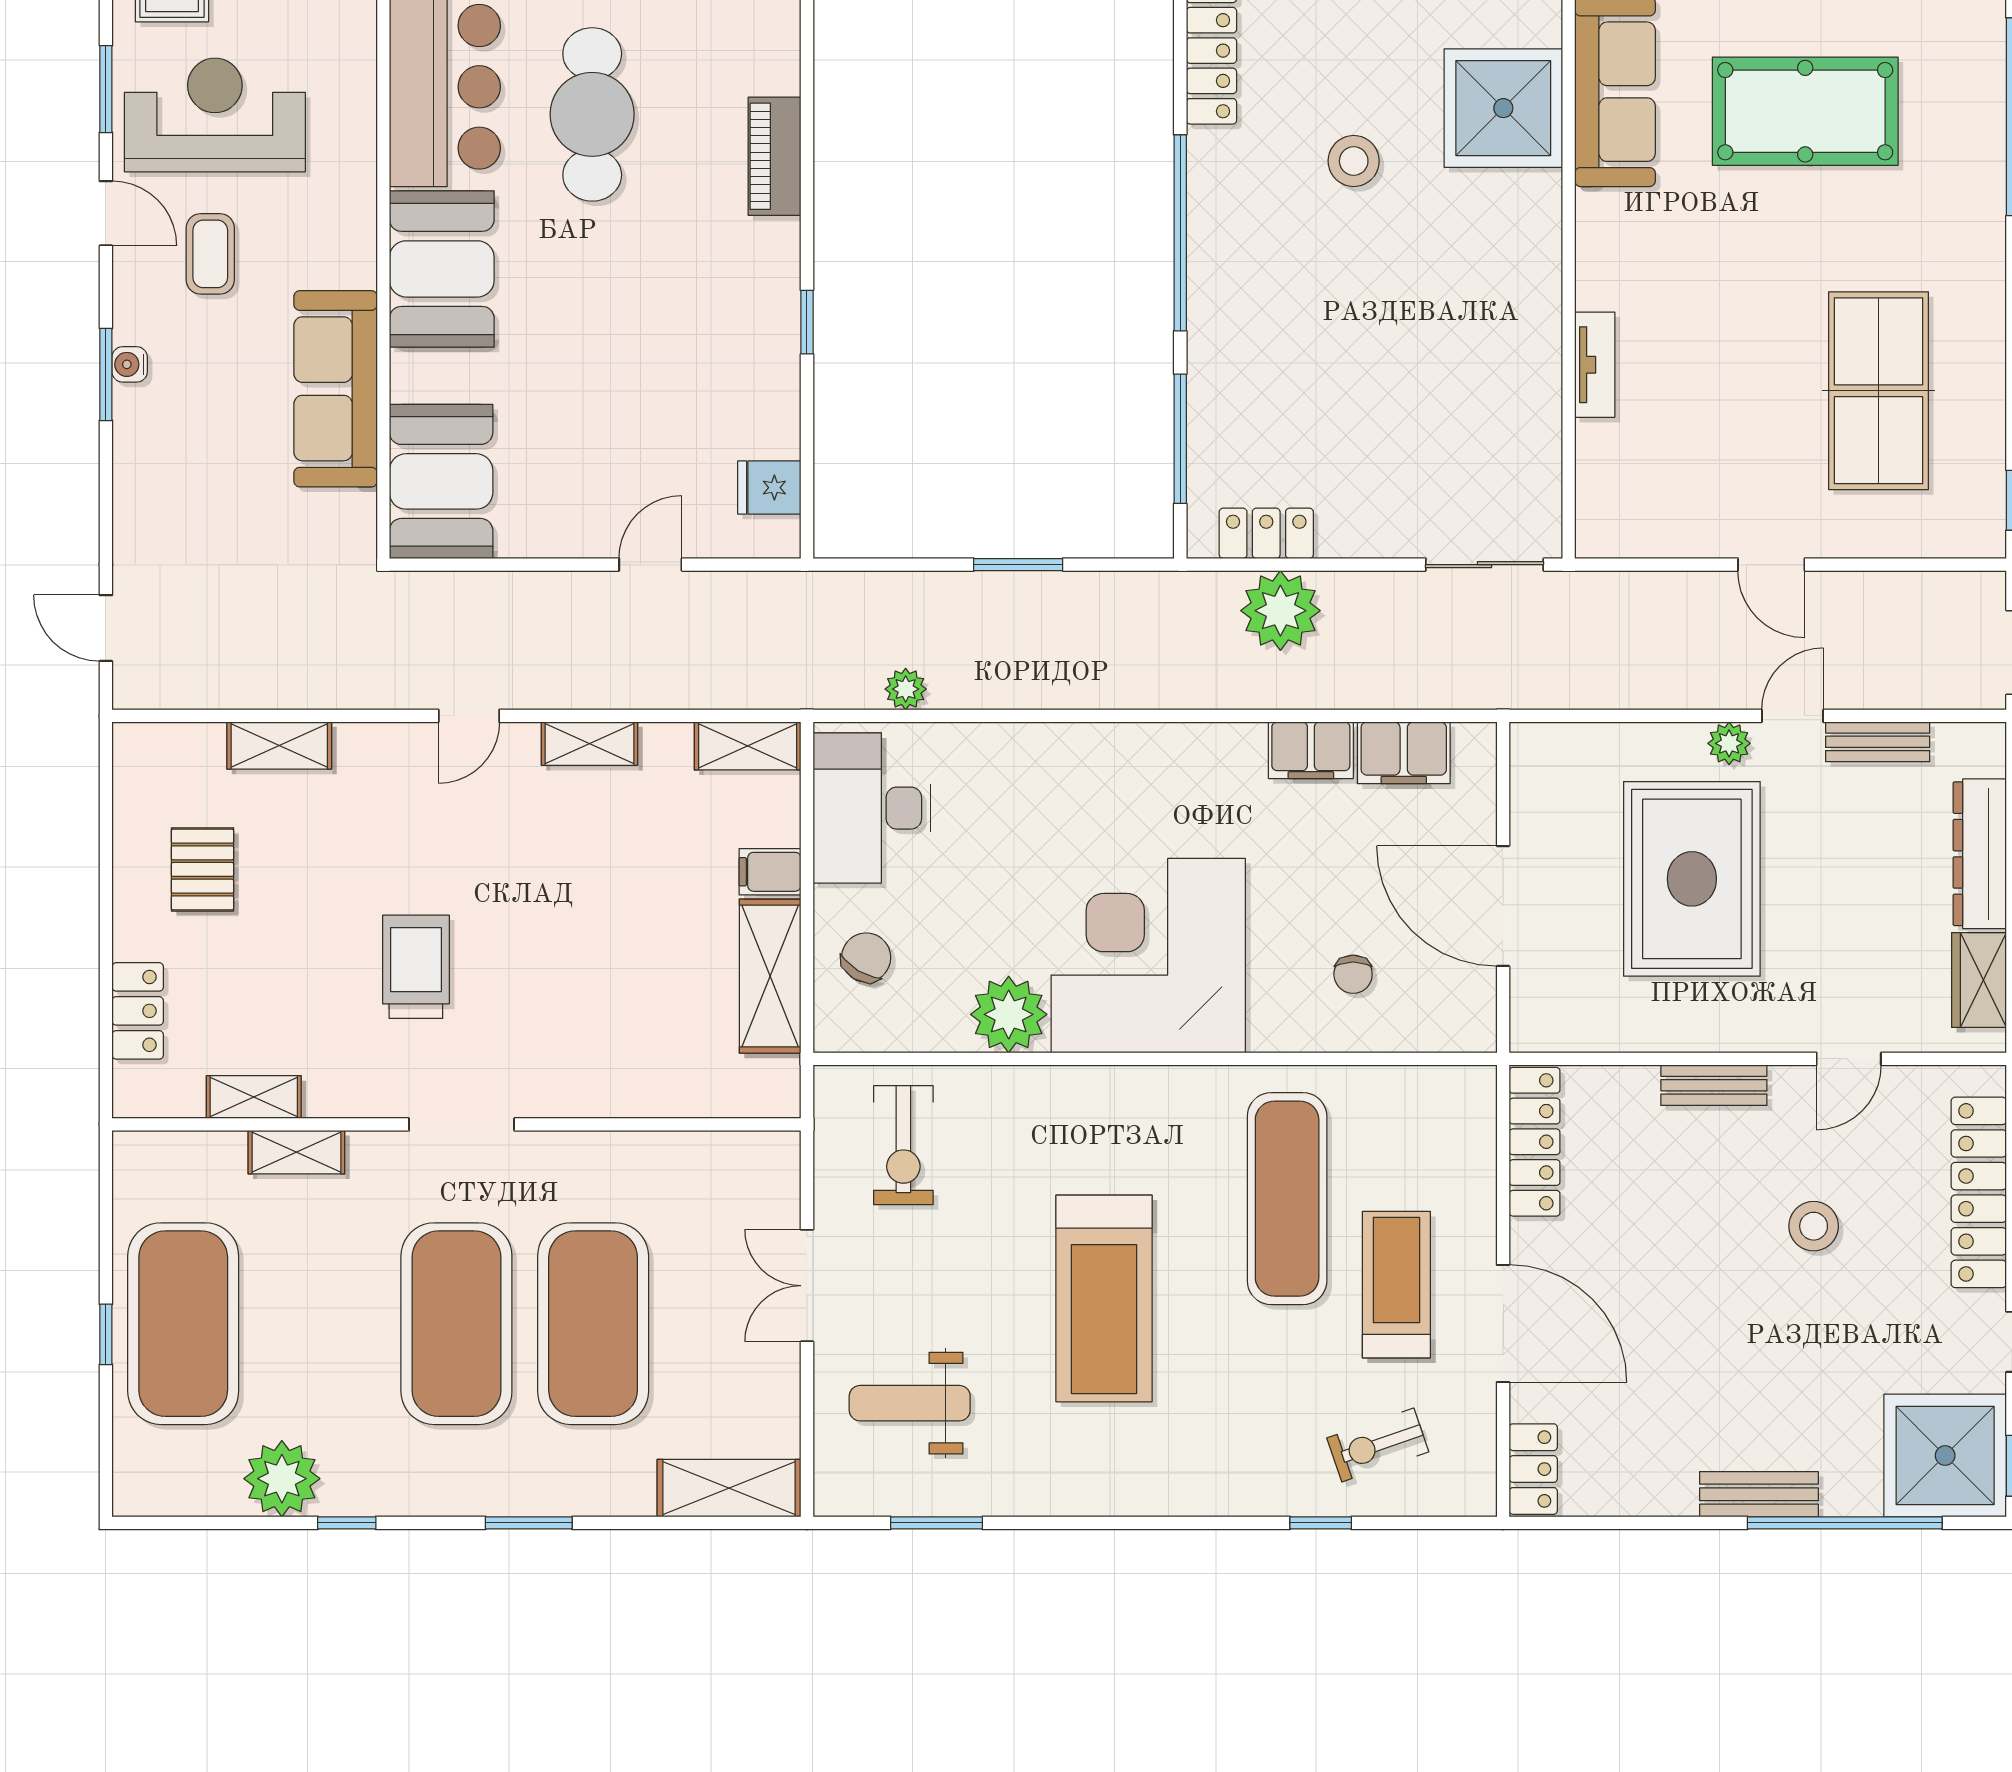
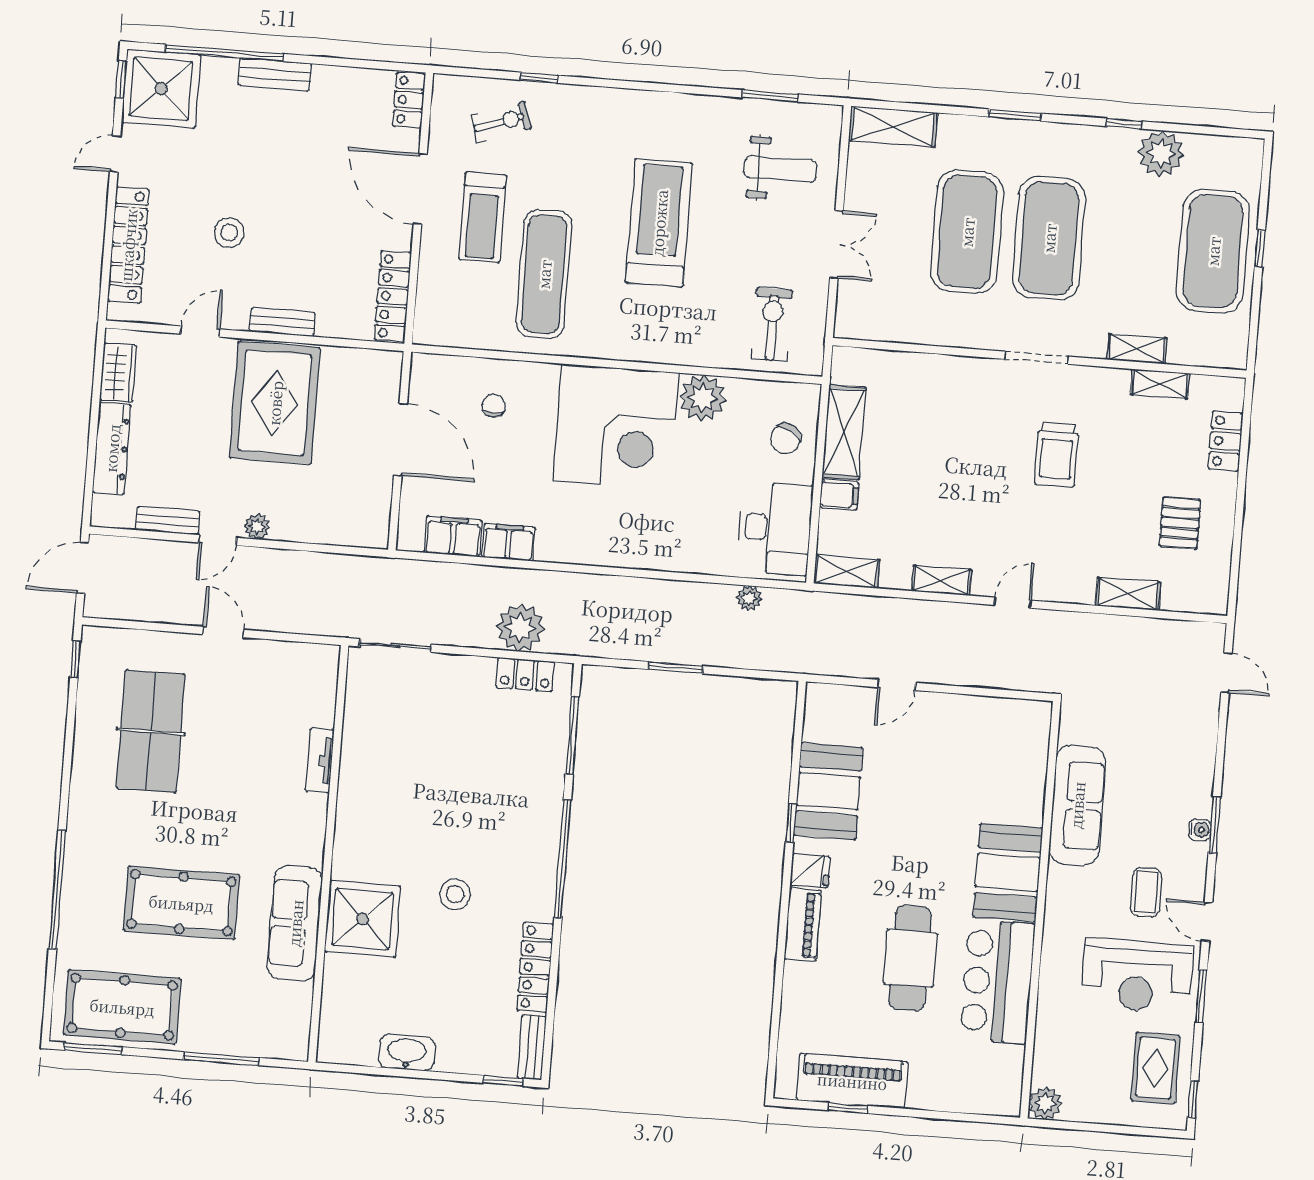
booth: (441, 481) -> (828, 791), moved
fridge: (769, 488) -> (810, 871), moved
rug: (1692, 879) -> (275, 403), moved

